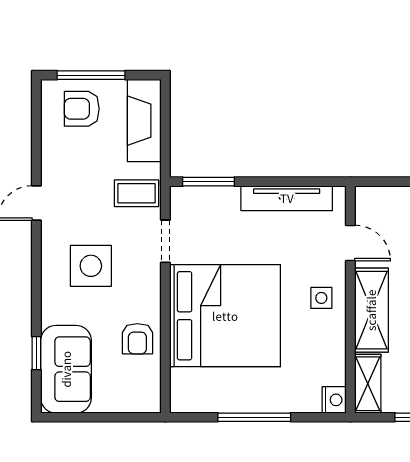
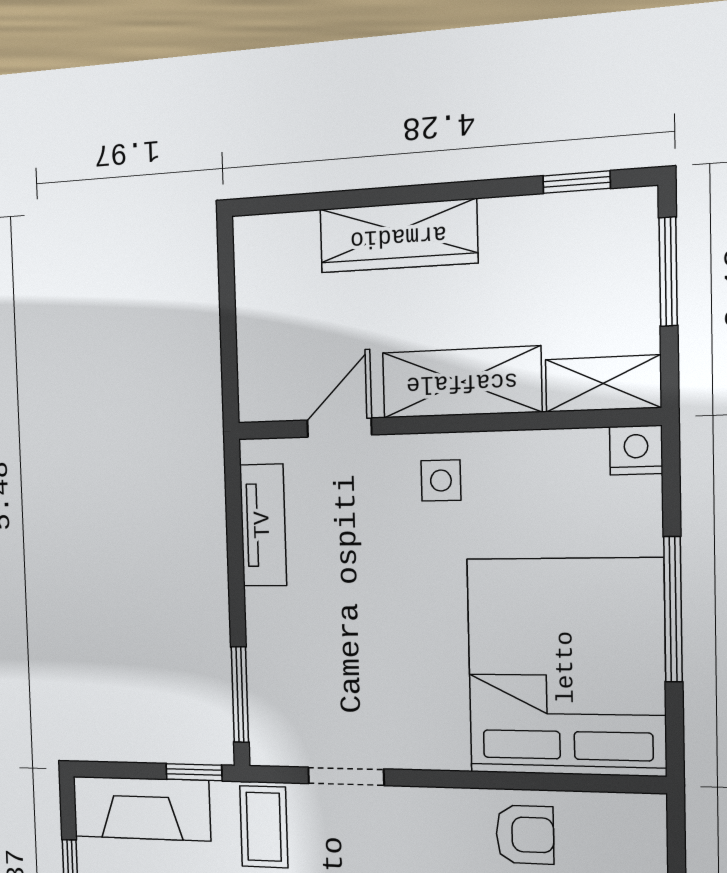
window: (165, 153) -> (194, 772), added
tv unit: (287, 198) -> (263, 525), width x0.71
bed: (225, 316) -> (566, 667), moved

